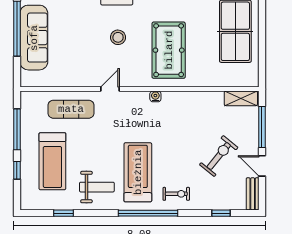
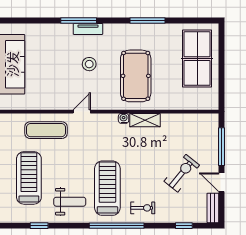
shelving: (241, 98) -> (145, 120), moved
treadmill: (52, 161) -> (29, 178), turned 180

